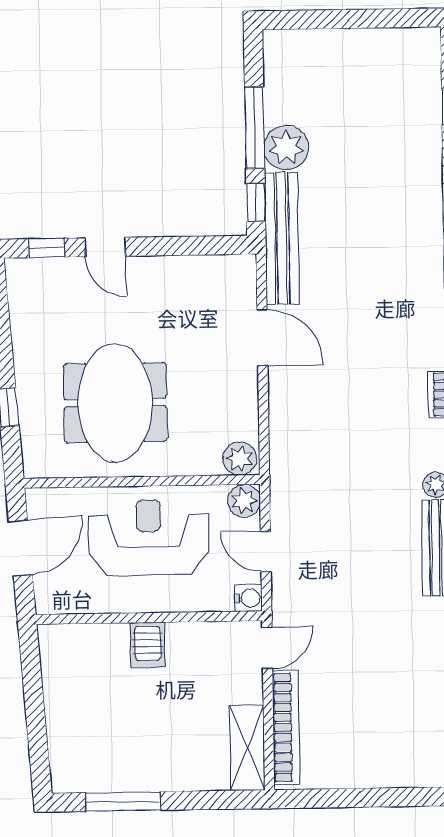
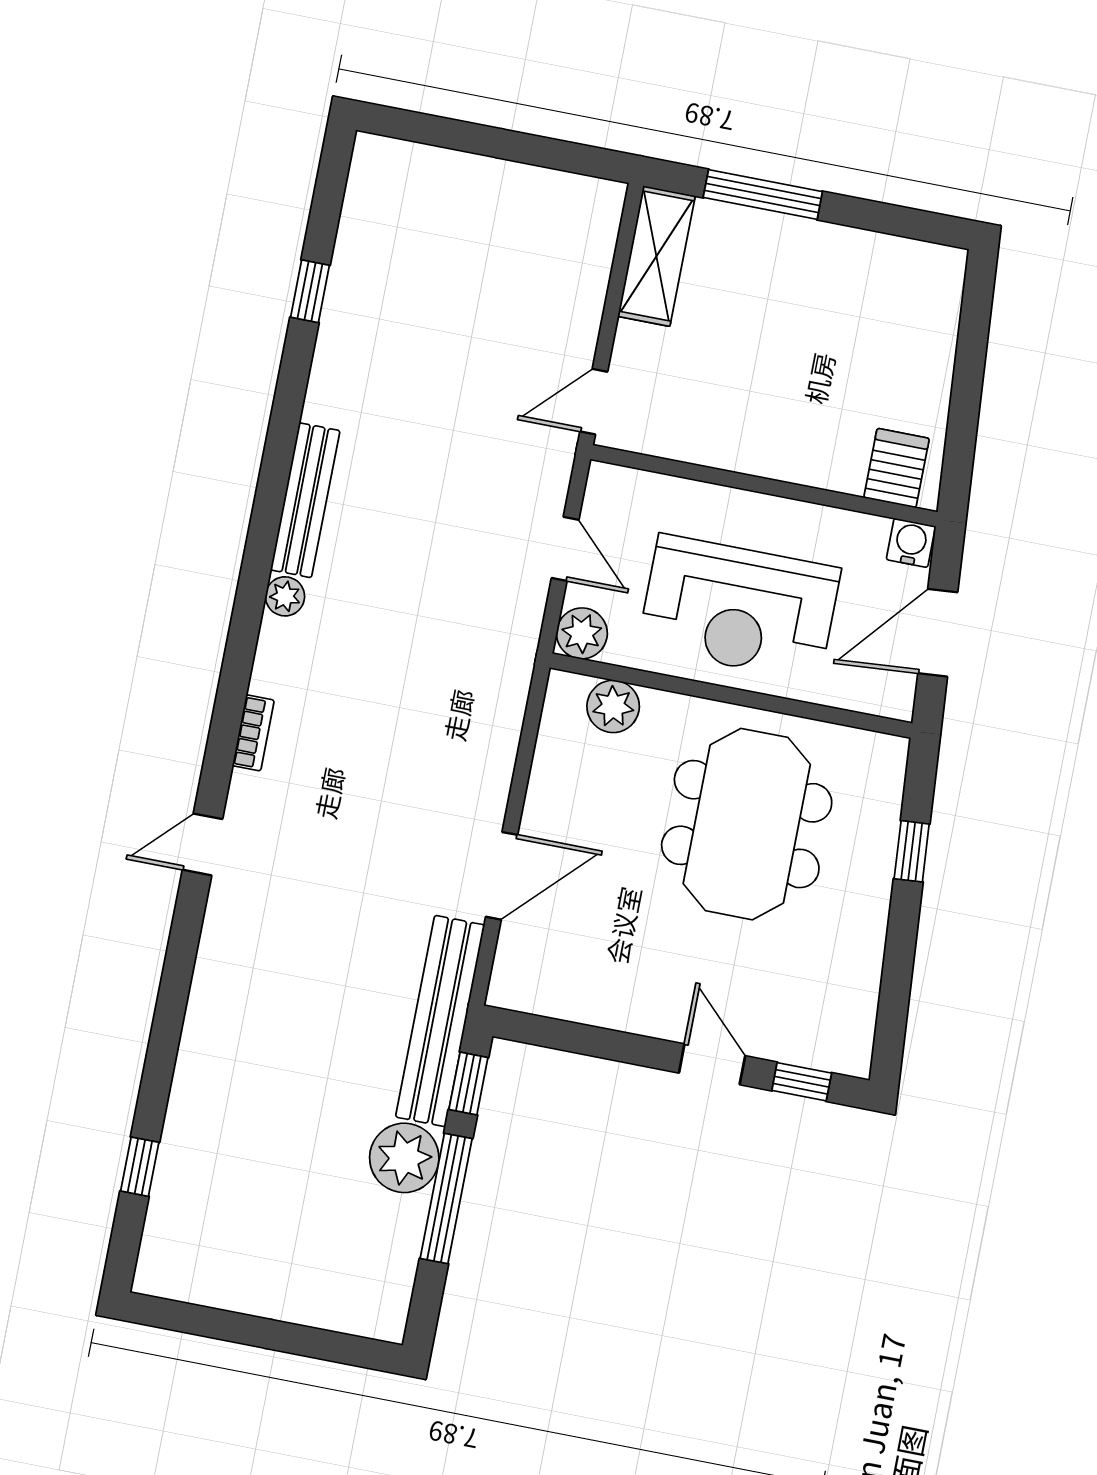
door: (262, 338) -> (502, 876), swing flipped
plant: (240, 459) -> (613, 706), moved
water cooler: (248, 598) -> (911, 543), moved, turned 90
server rack: (148, 645) -> (897, 468), moved
bookcase: (286, 727) -> (591, 274), removed
window: (123, 801) -> (763, 194), moved

